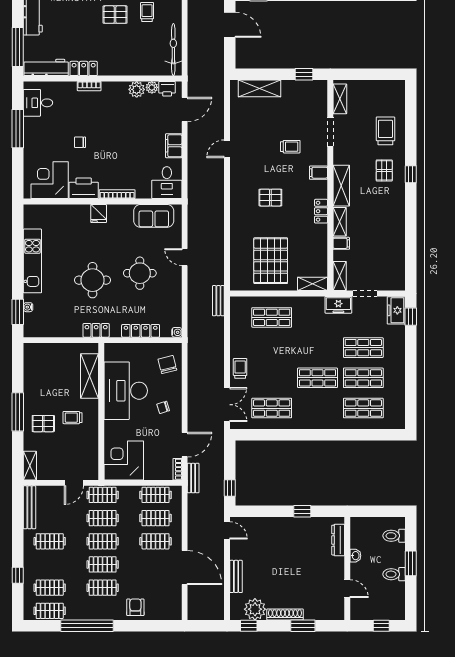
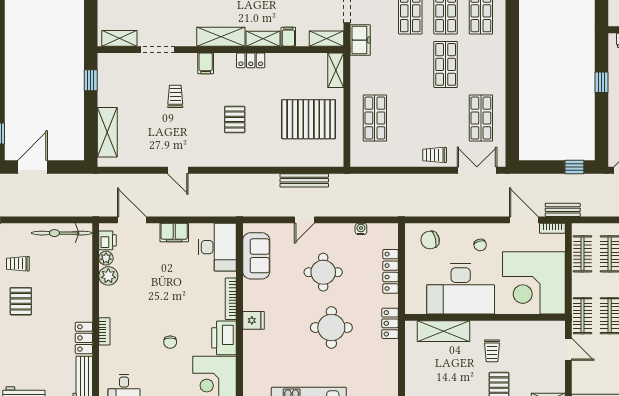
desk: (167, 183) -> (217, 247), width x1.37
bench: (218, 301) -> (304, 180), moved, width x1.36
water cooler: (177, 332) -> (361, 229), moved
corner desk: (124, 460) -> (534, 283), width x1.36, depth x1.36

